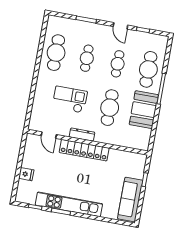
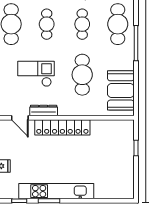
booth: (144, 110) -> (121, 90), moved
dresser: (82, 135) -> (44, 110), moved
sofa: (130, 200) -> (124, 173), removed

